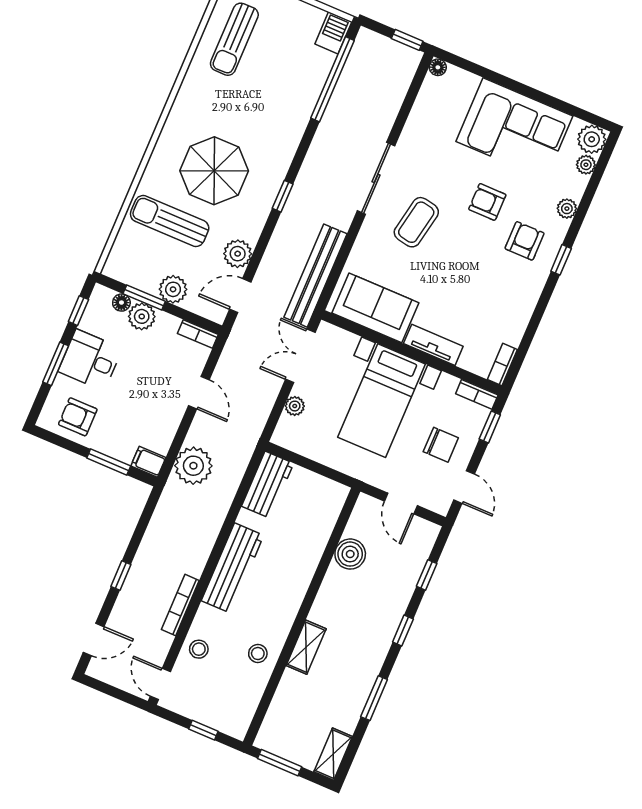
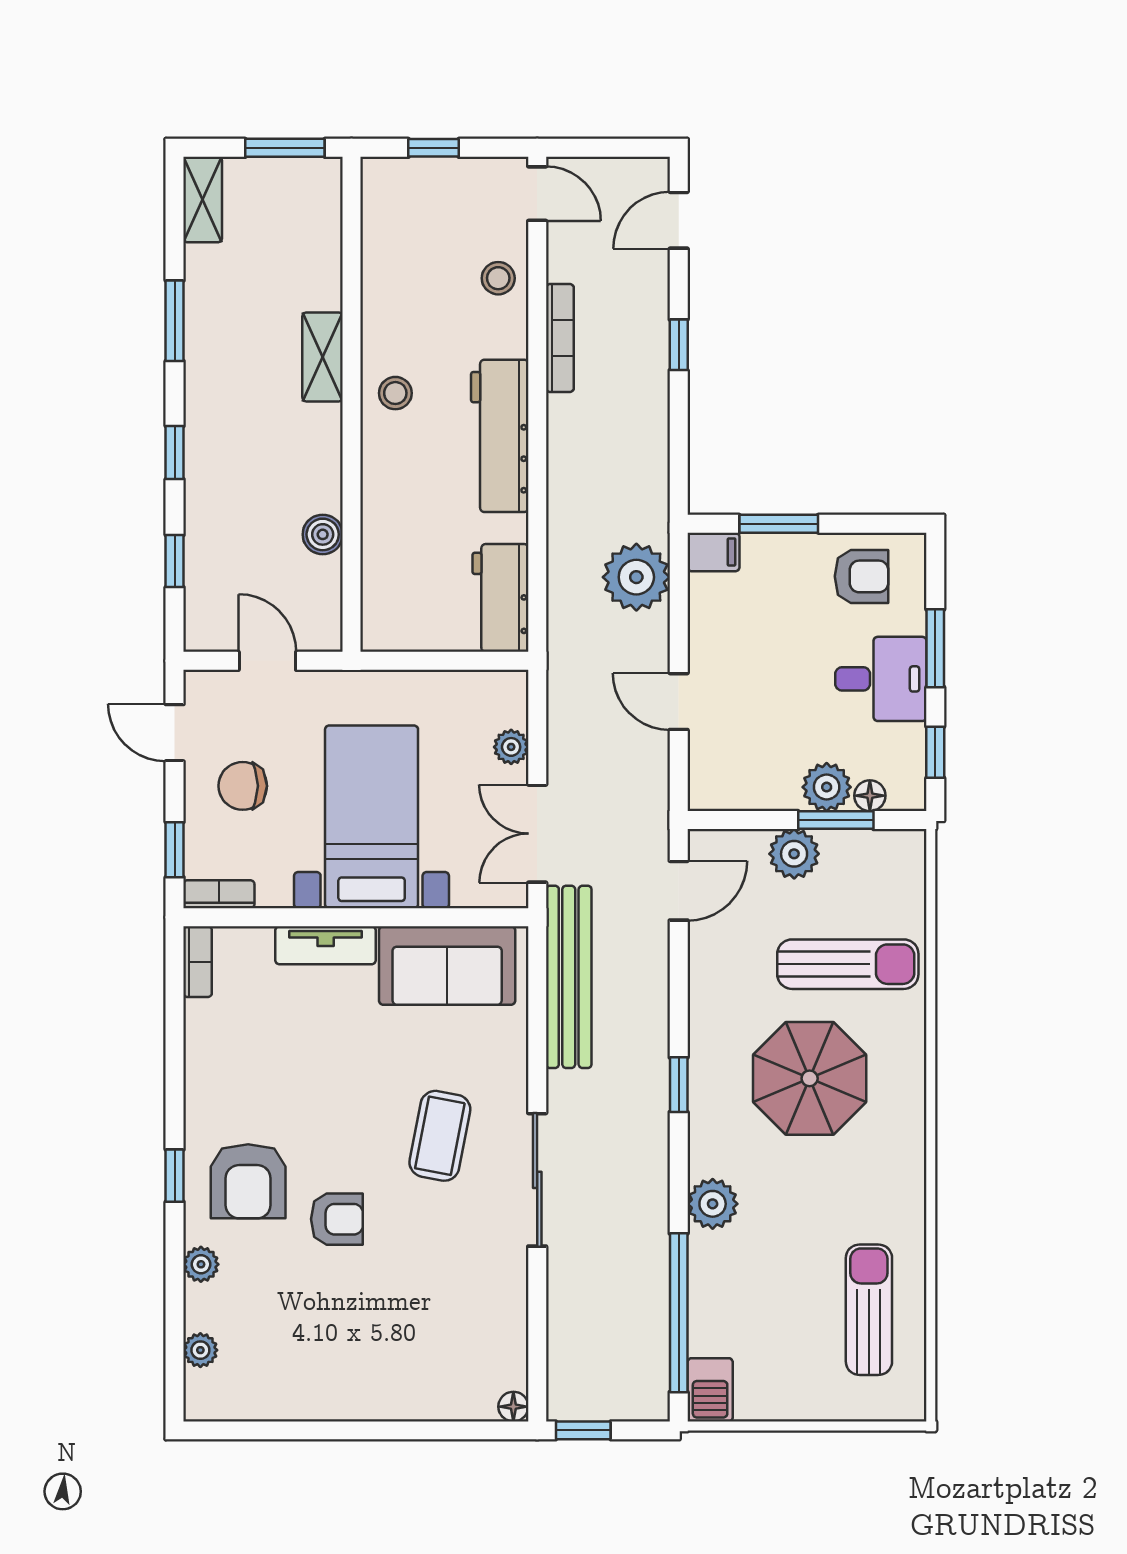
corner sofa: (514, 129) -> (344, 1359), removed
plant: (592, 139) -> (209, 1396), removed
armchair: (525, 241) -> (248, 1181), width x1.38, depth x1.38
plant: (238, 254) -> (713, 1204), moved
bookcase: (198, 334) -> (722, 798), removed
double door: (300, 356) -> (537, 834), swing flipped
boiler: (350, 554) -> (323, 534), width x0.73, depth x0.73
stool: (258, 654) -> (395, 393), moved

